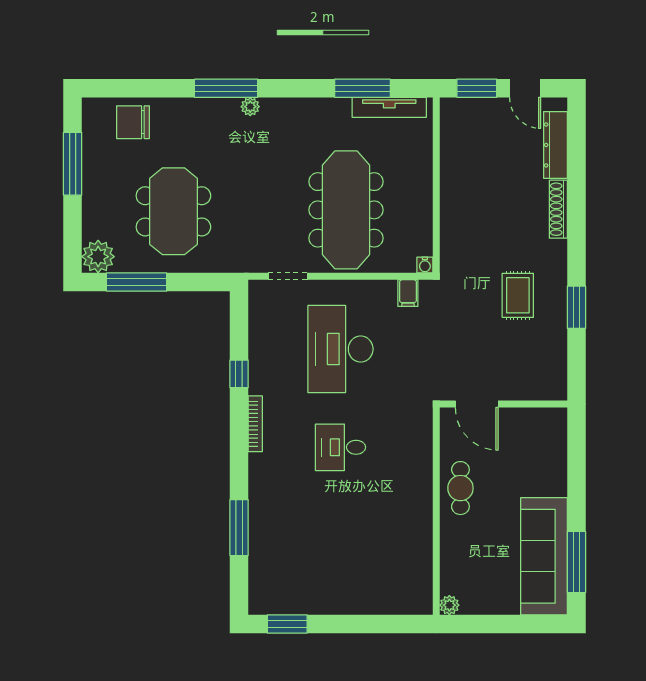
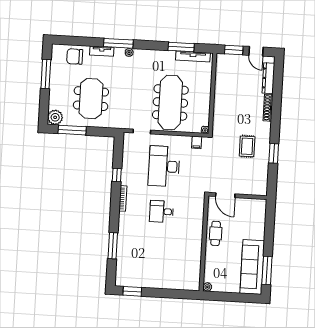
tv unit: (191, 107) -> (102, 51), added

